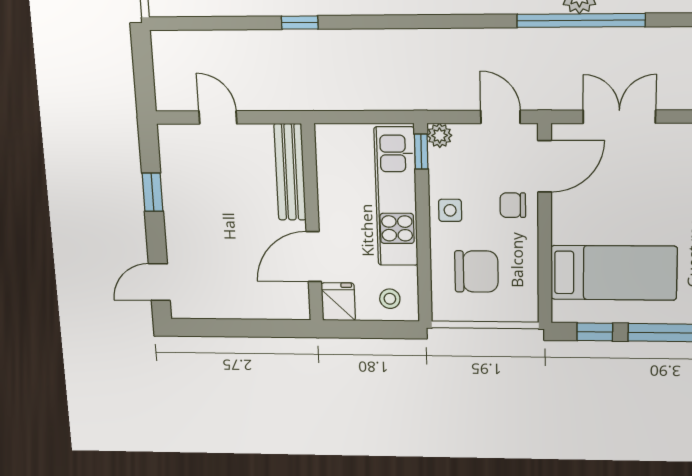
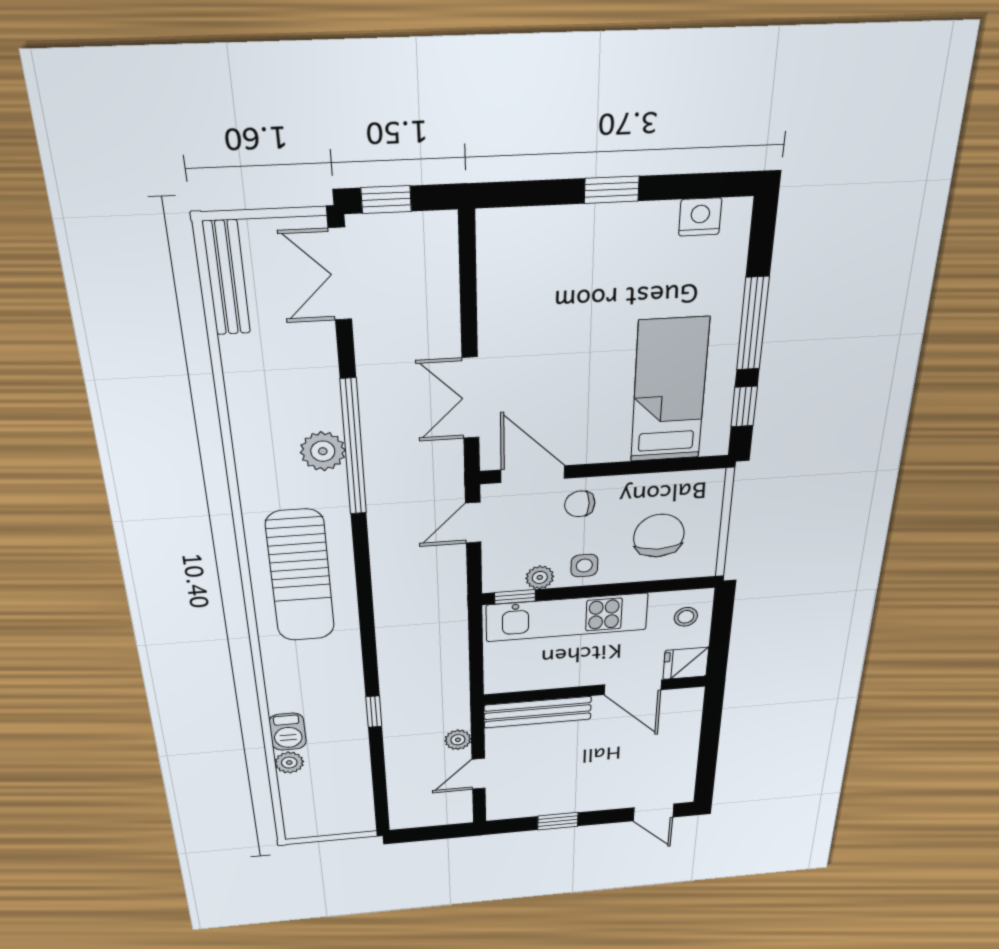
plant: (261, 99) -> (458, 740), added
plant: (440, 136) -> (540, 577), moved
chair: (513, 205) -> (580, 504), turned 90

